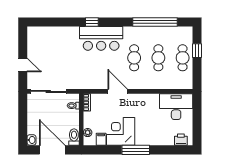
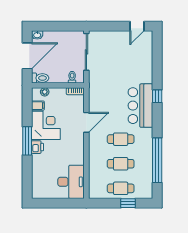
door: (23, 65) -> (137, 26), moved
printer: (181, 140) -> (37, 147), moved

